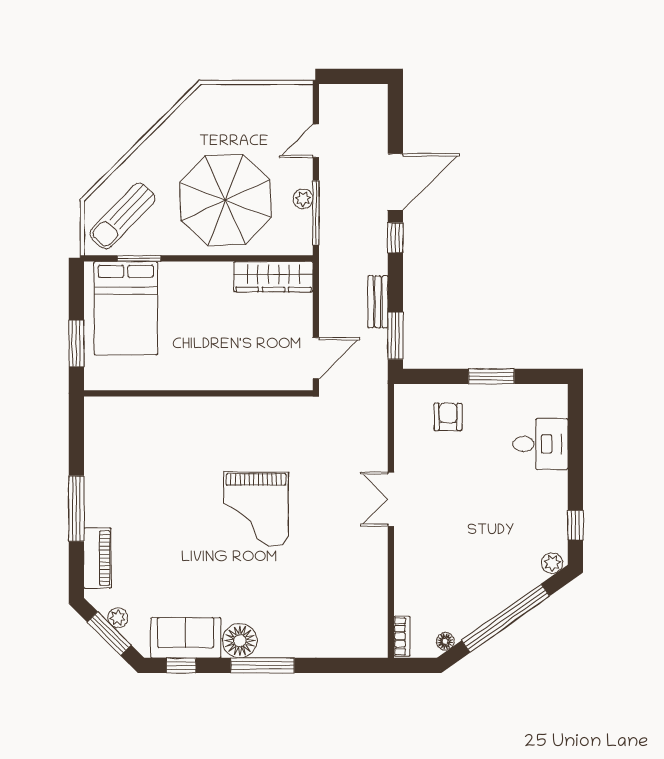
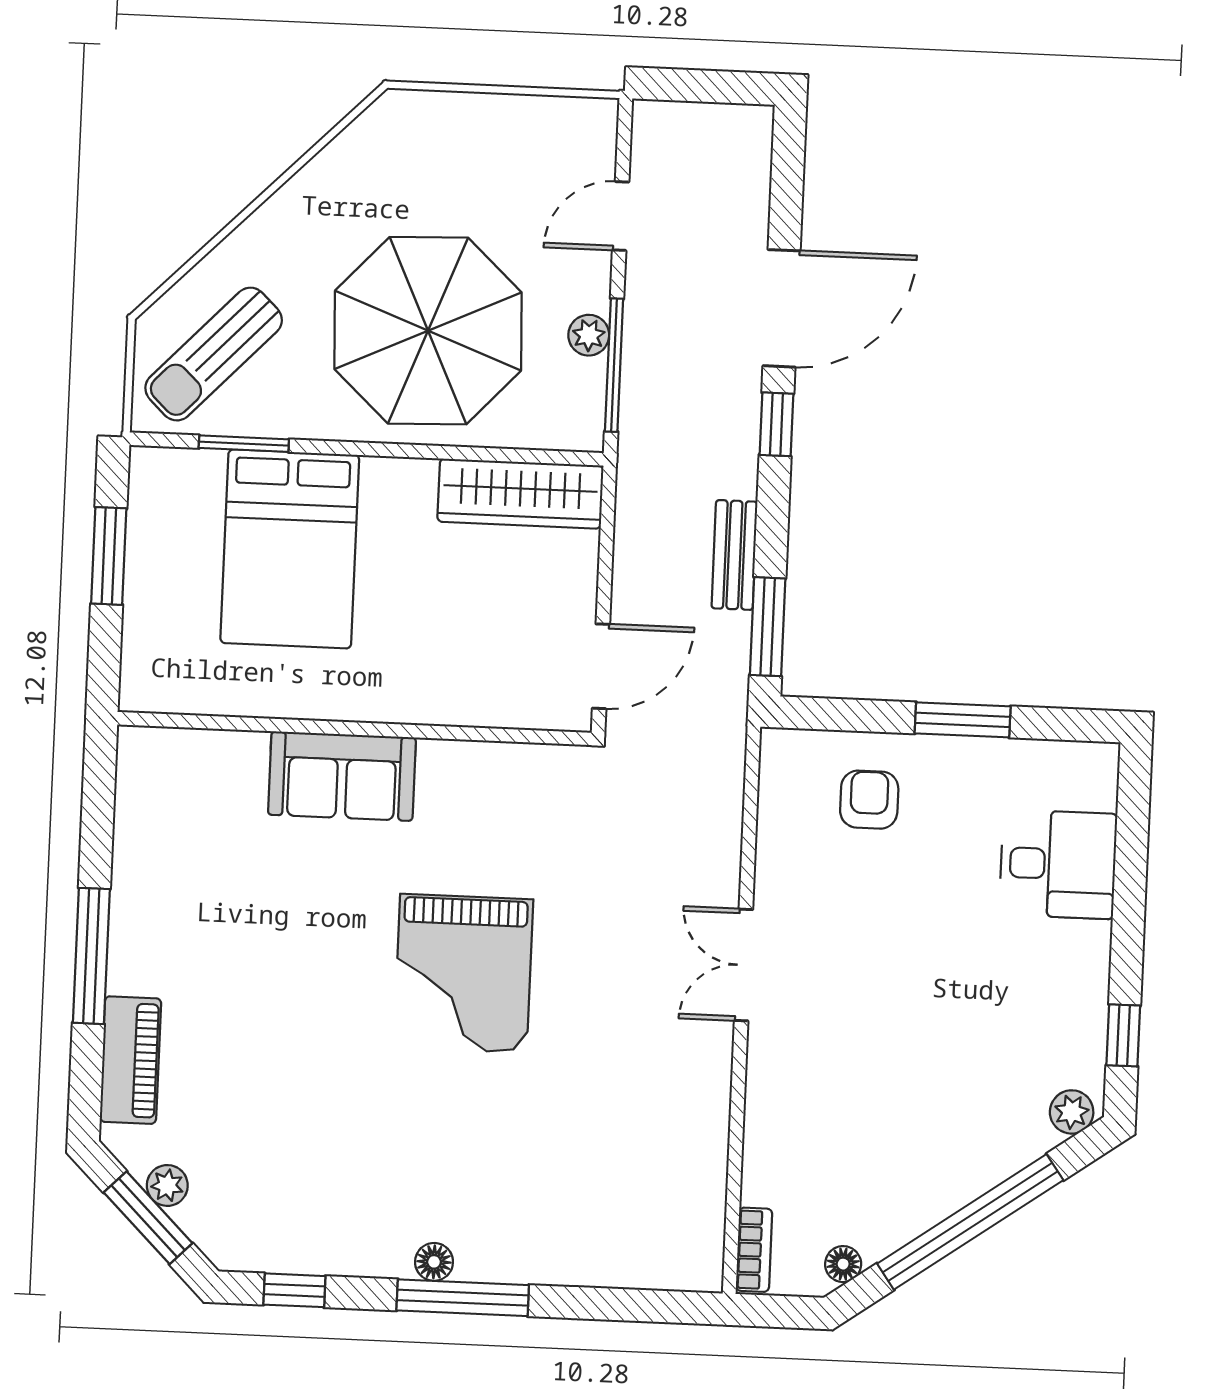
bed: (126, 308) -> (290, 549), moved
window: (76, 343) -> (109, 556), moved
sofa: (186, 638) -> (342, 776), moved, turned 180
floor lamp: (240, 641) -> (434, 1262), width x0.53, depth x0.53

